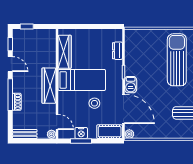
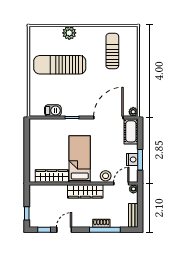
dresser: (117, 51) -> (51, 124), removed
barbecue: (131, 85) -> (53, 111), moved
window: (10, 95) -> (105, 230), moved
stool: (94, 103) -> (106, 176), moved

